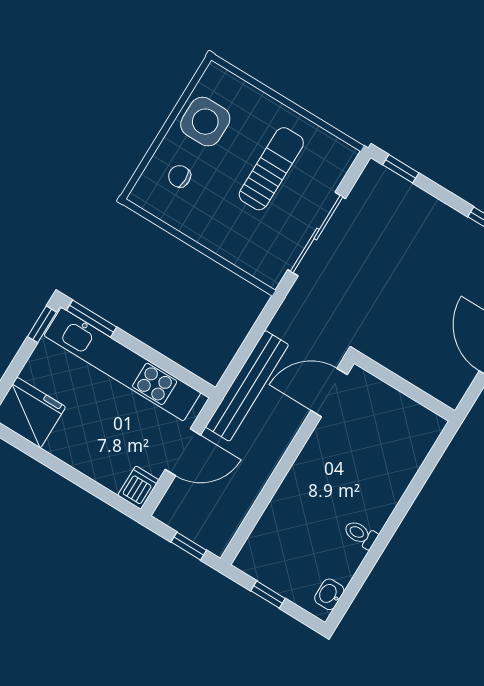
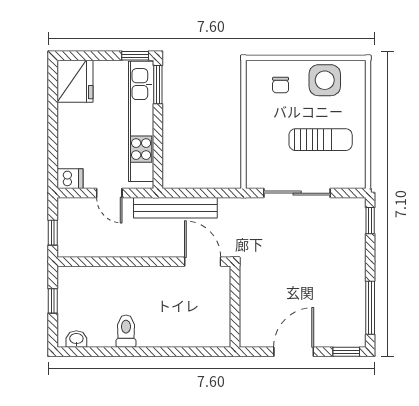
chair: (180, 176) -> (281, 85), turned 180
door: (183, 452) -> (109, 193), width x0.73
toilet: (361, 534) -> (126, 331), width x1.37, depth x1.39

